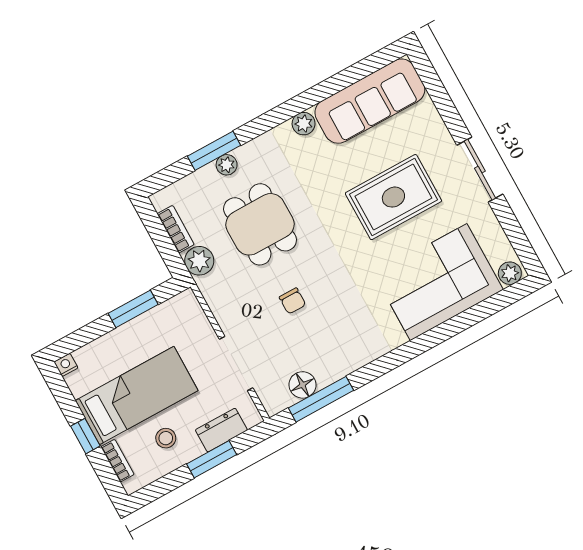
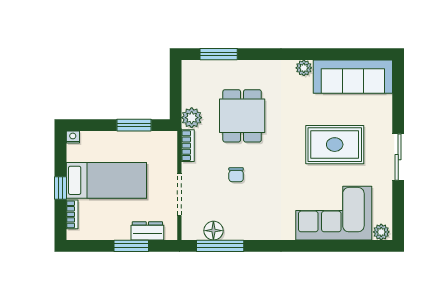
window: (214, 151) -> (219, 54), moved
plant: (227, 165) -> (242, 67), removed
bookcase: (176, 229) -> (188, 146), moved
stool: (166, 438) -> (110, 217), removed

